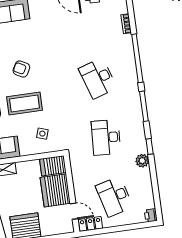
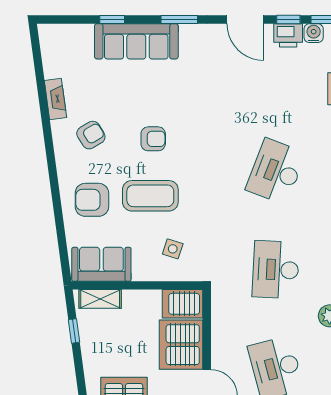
armchair: (21, 69) -> (153, 139), turned 152
desk: (98, 78) -> (276, 171), turned 39

